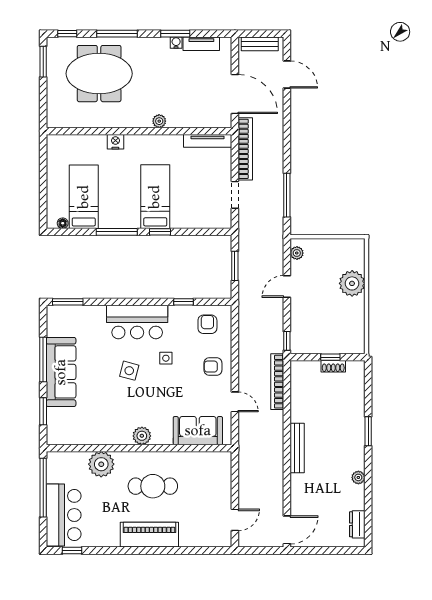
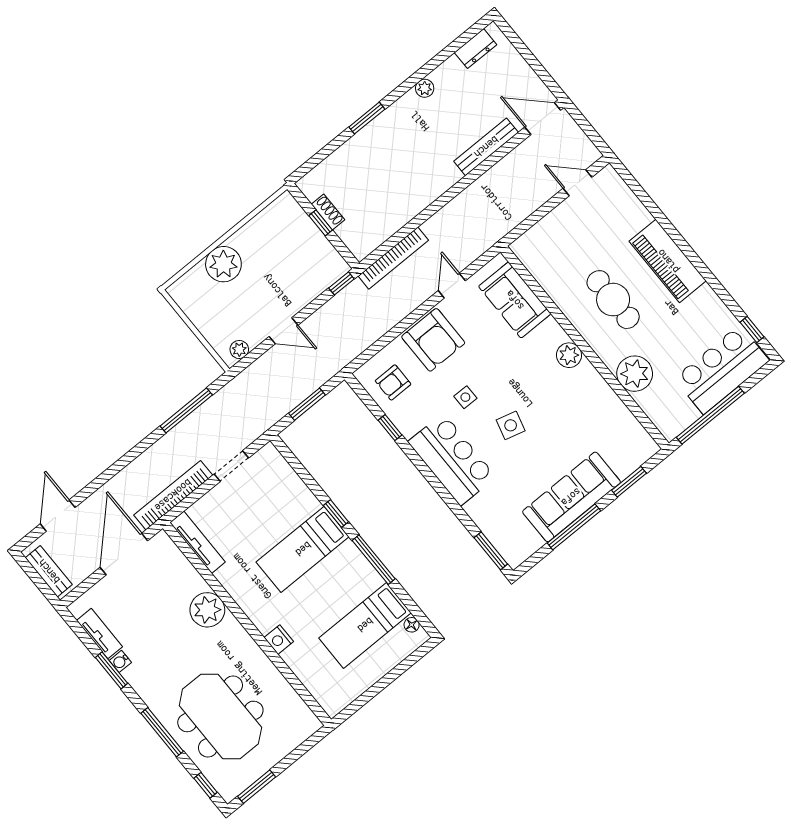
plant: (159, 121) -> (207, 610), width x1.87, depth x1.87
armchair: (213, 367) -> (433, 340), width x1.88, depth x1.88
bench: (297, 448) -> (486, 147), moved

